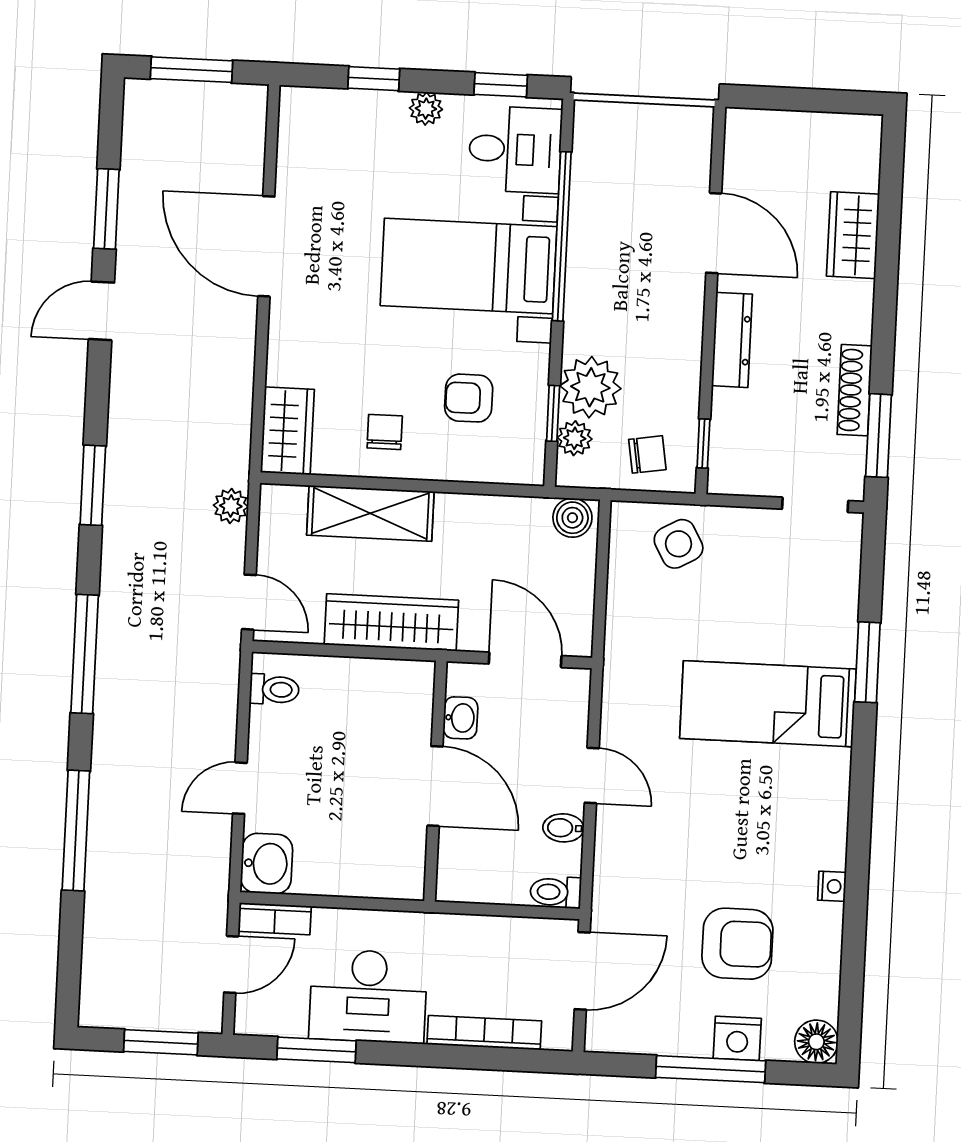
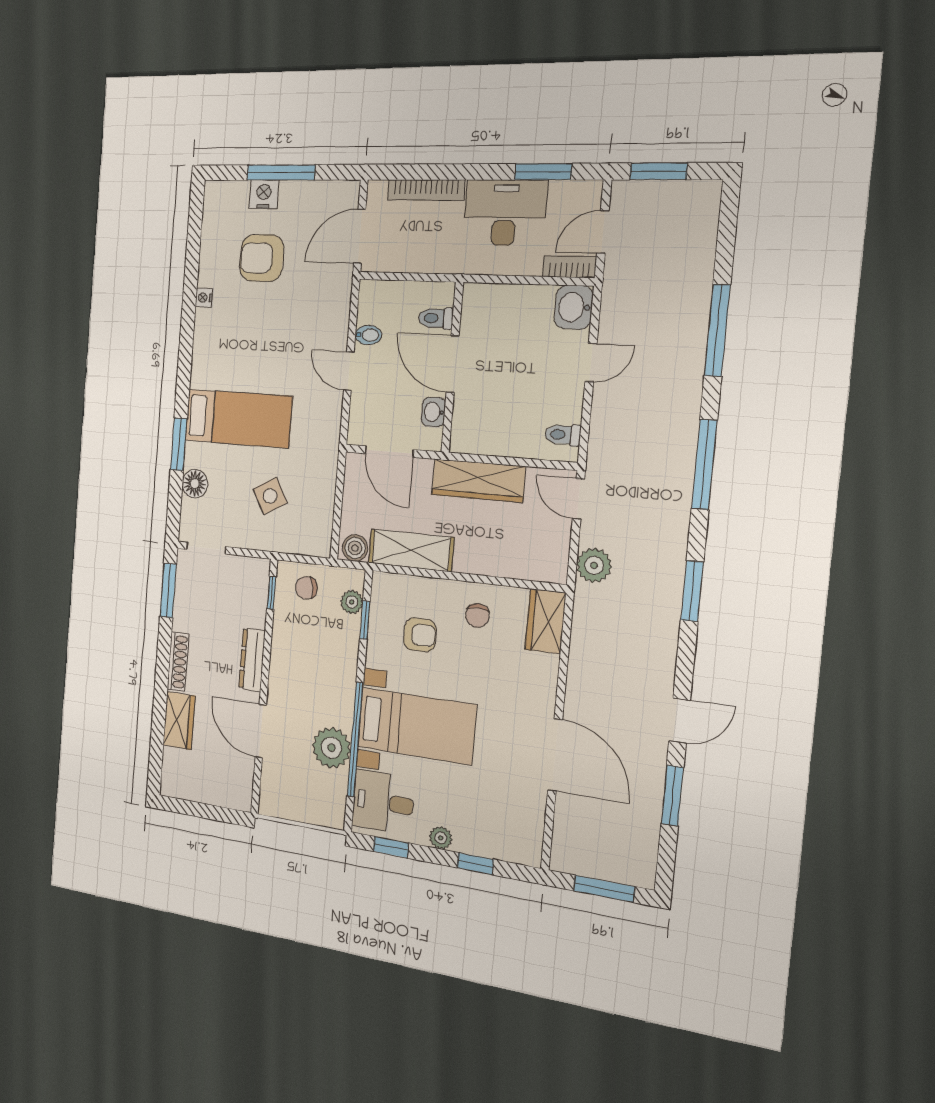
plant: (590, 387) -> (331, 748), moved
shoe rack: (855, 390) -> (178, 662), moved
plant: (231, 506) -> (594, 565), width x1.38, depth x1.38
shelving: (370, 513) -> (411, 550), moved
side table: (679, 544) -> (270, 496), moved
toilet: (556, 892) -> (436, 318), moved, turned 180
floor lamp: (816, 1042) -> (195, 484), moved

